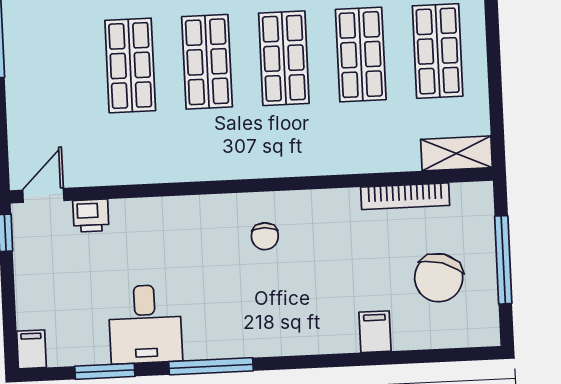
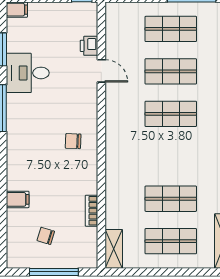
shop shelf: (284, 58) -> (171, 29), moved
door: (43, 195) -> (101, 71), moved
bookcase: (405, 196) -> (92, 211), width x0.64
chair: (439, 278) -> (46, 236), width x0.54, depth x0.54

